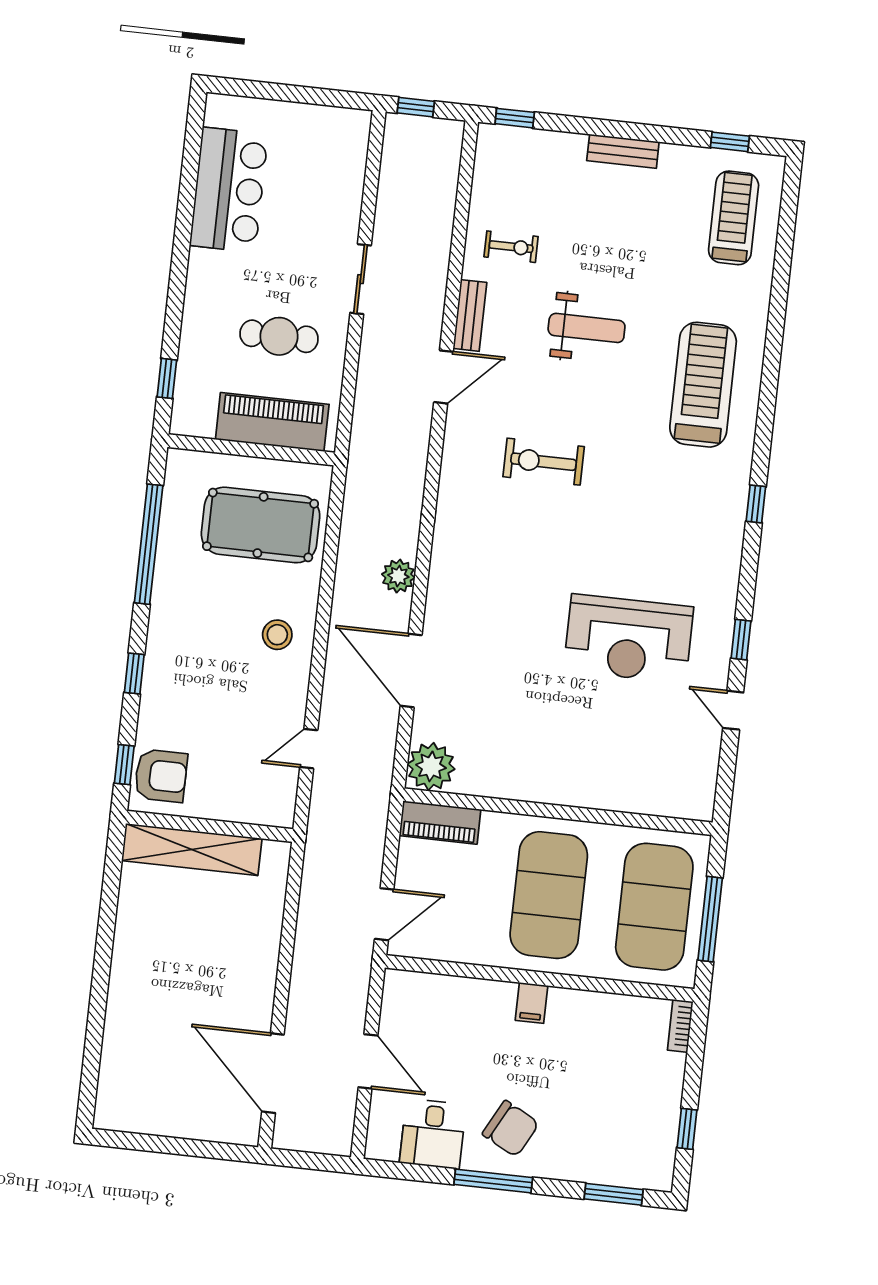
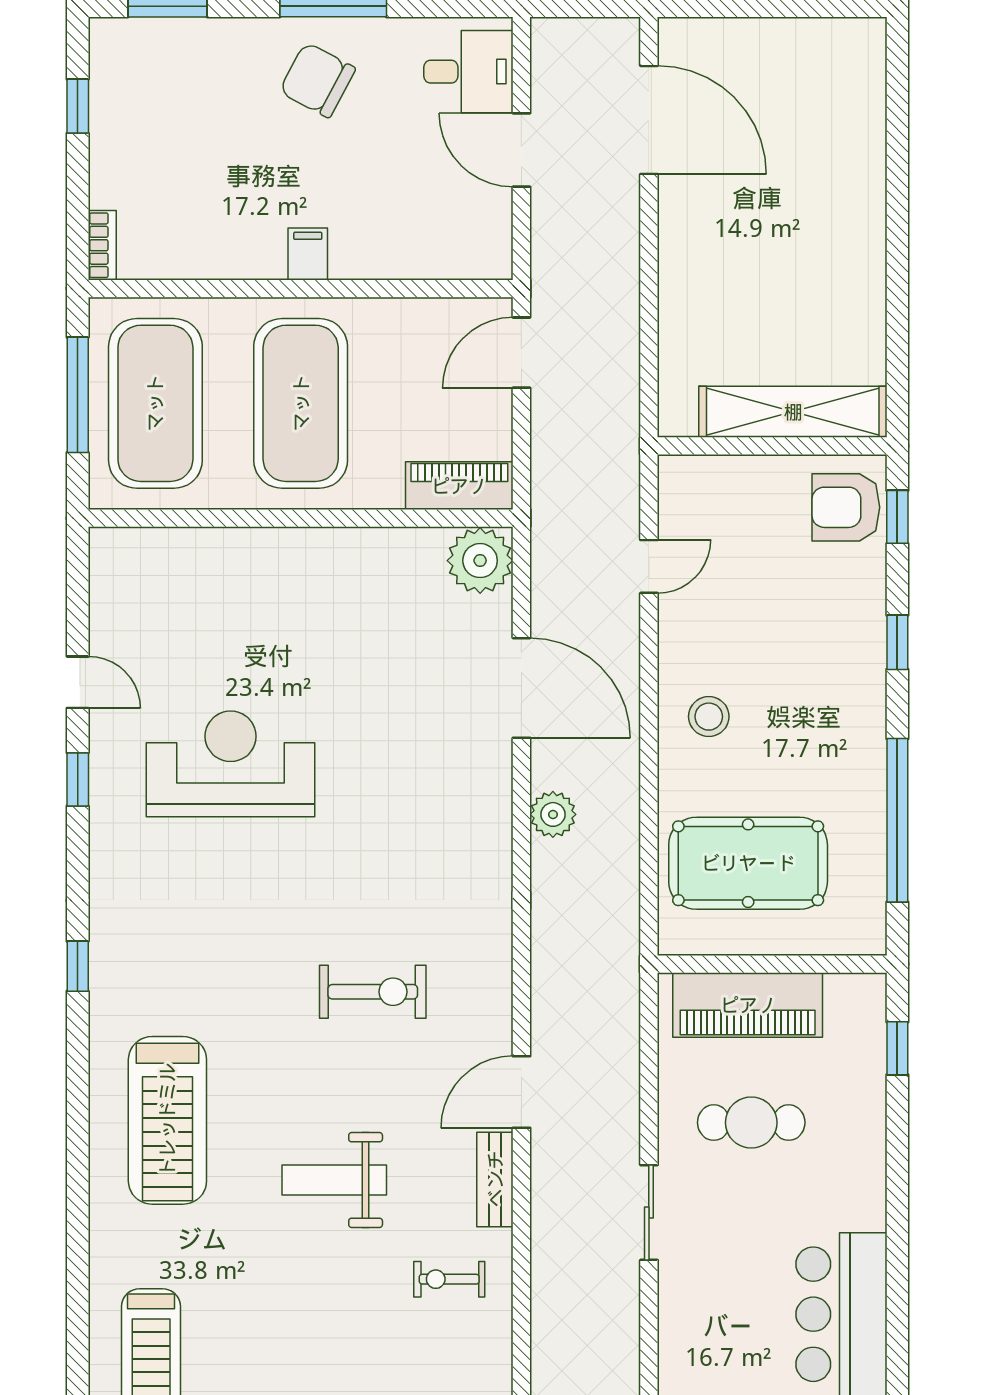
desk: (433, 1134) -> (468, 72), moved, turned 90

